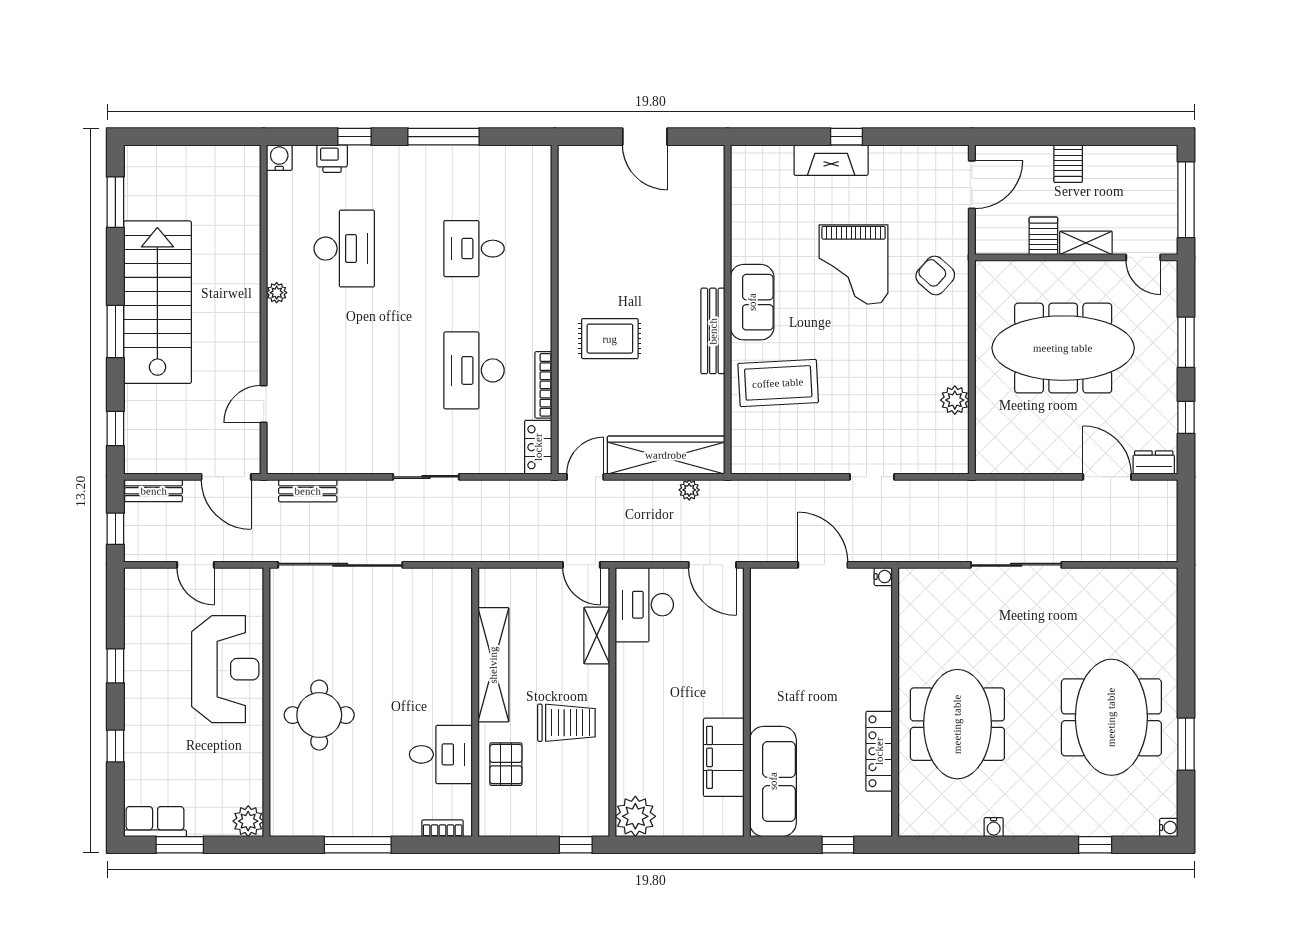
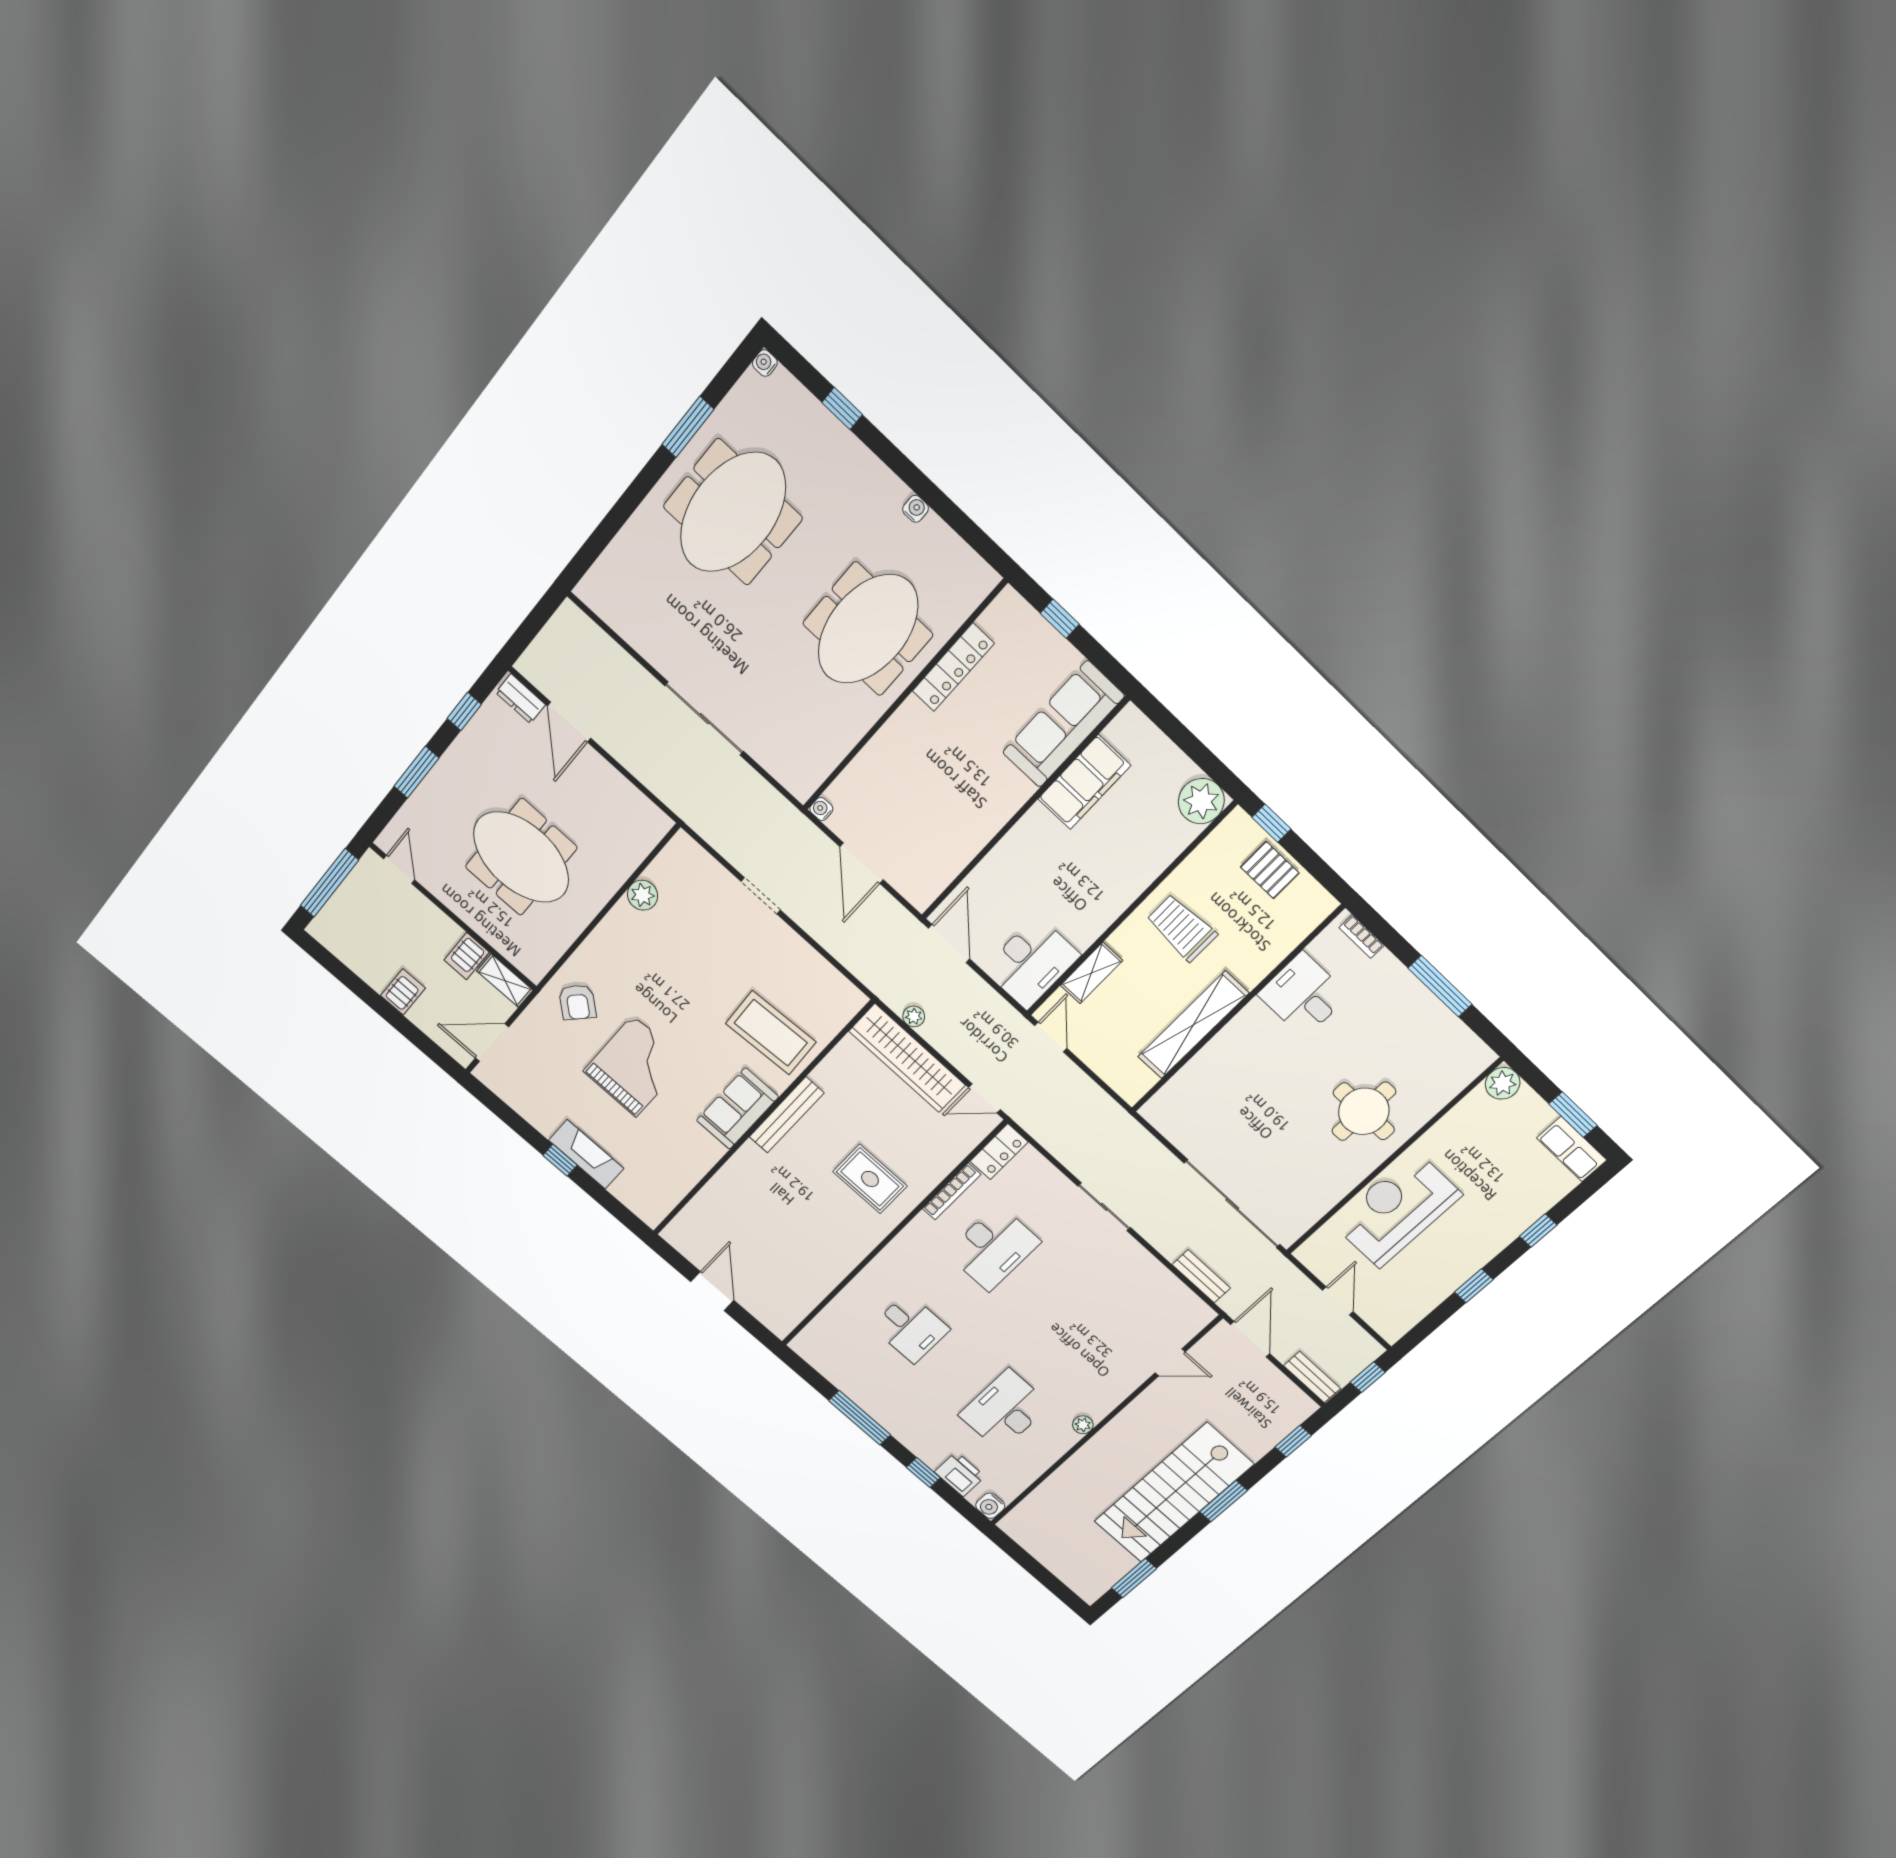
printer: (332, 159) -> (960, 1474), width x1.36, depth x1.24
shelving: (1086, 243) -> (505, 981), moved
meeting table: (1063, 348) -> (521, 857), width x0.73
pallet: (506, 764) -> (1270, 870), moved, turned 90

